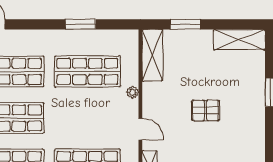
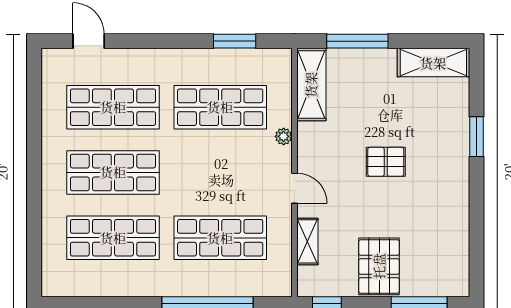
window: (81, 24) -> (235, 41), moved
window: (185, 24) -> (357, 41), width x1.44

